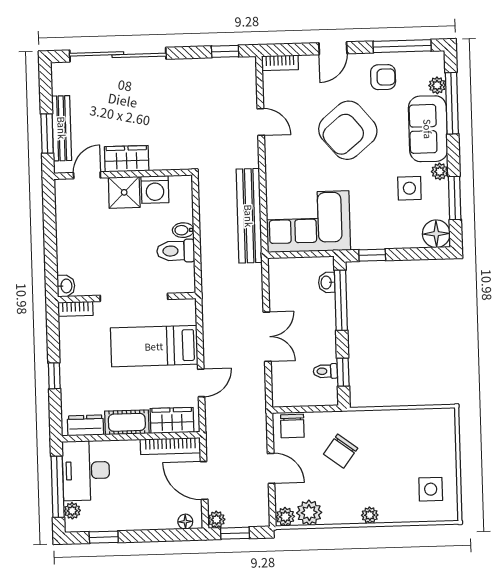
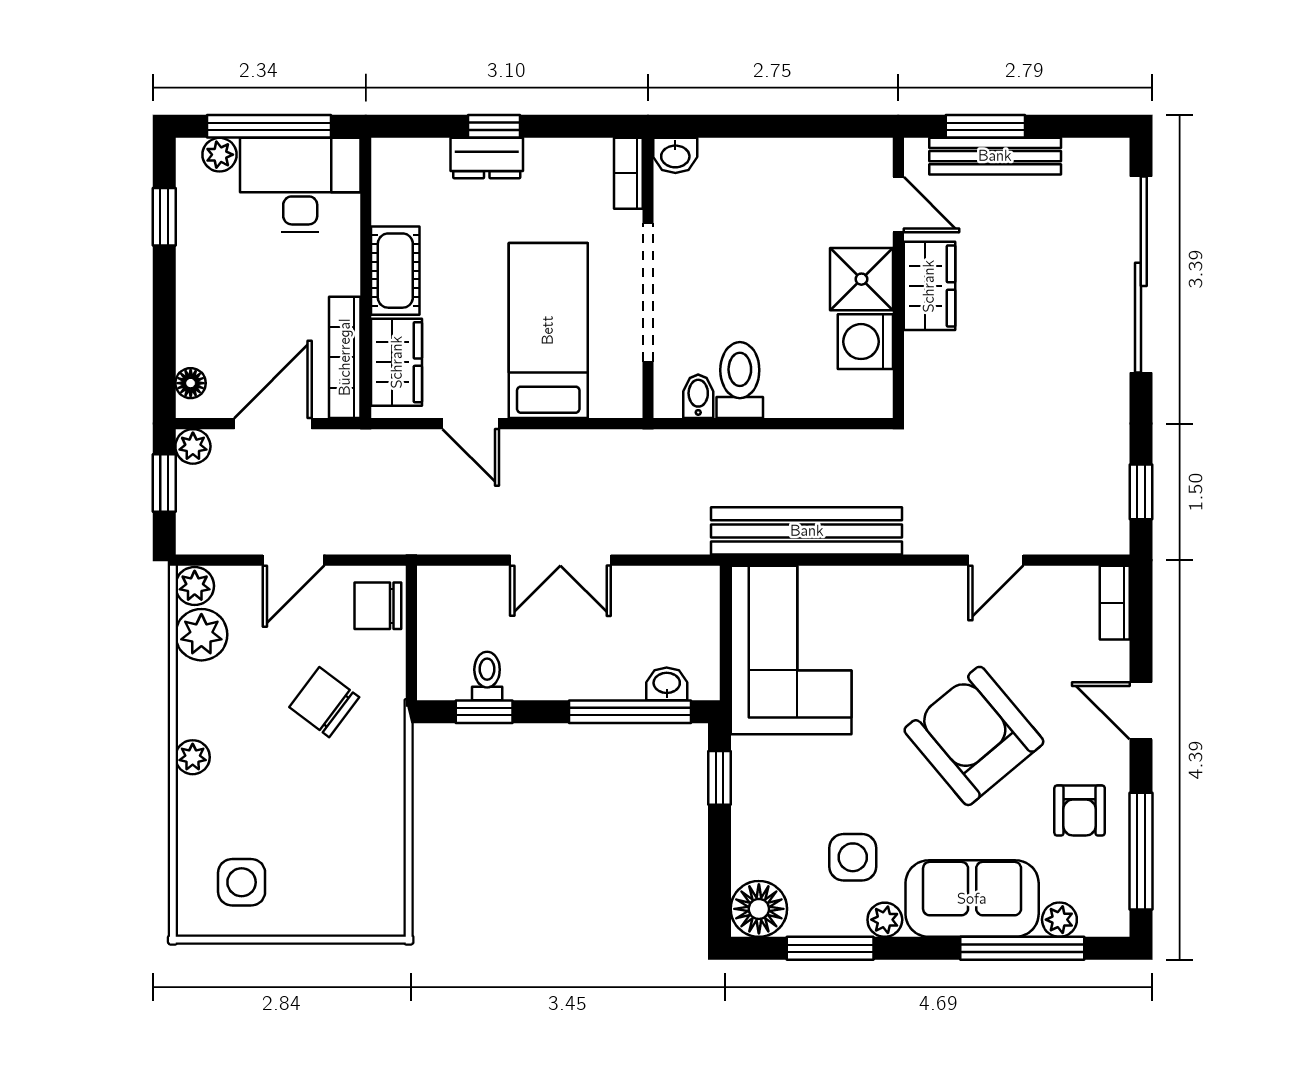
bidet: (183, 230) -> (698, 396), moved
dresser: (85, 425) -> (487, 158), moved, turned 90

